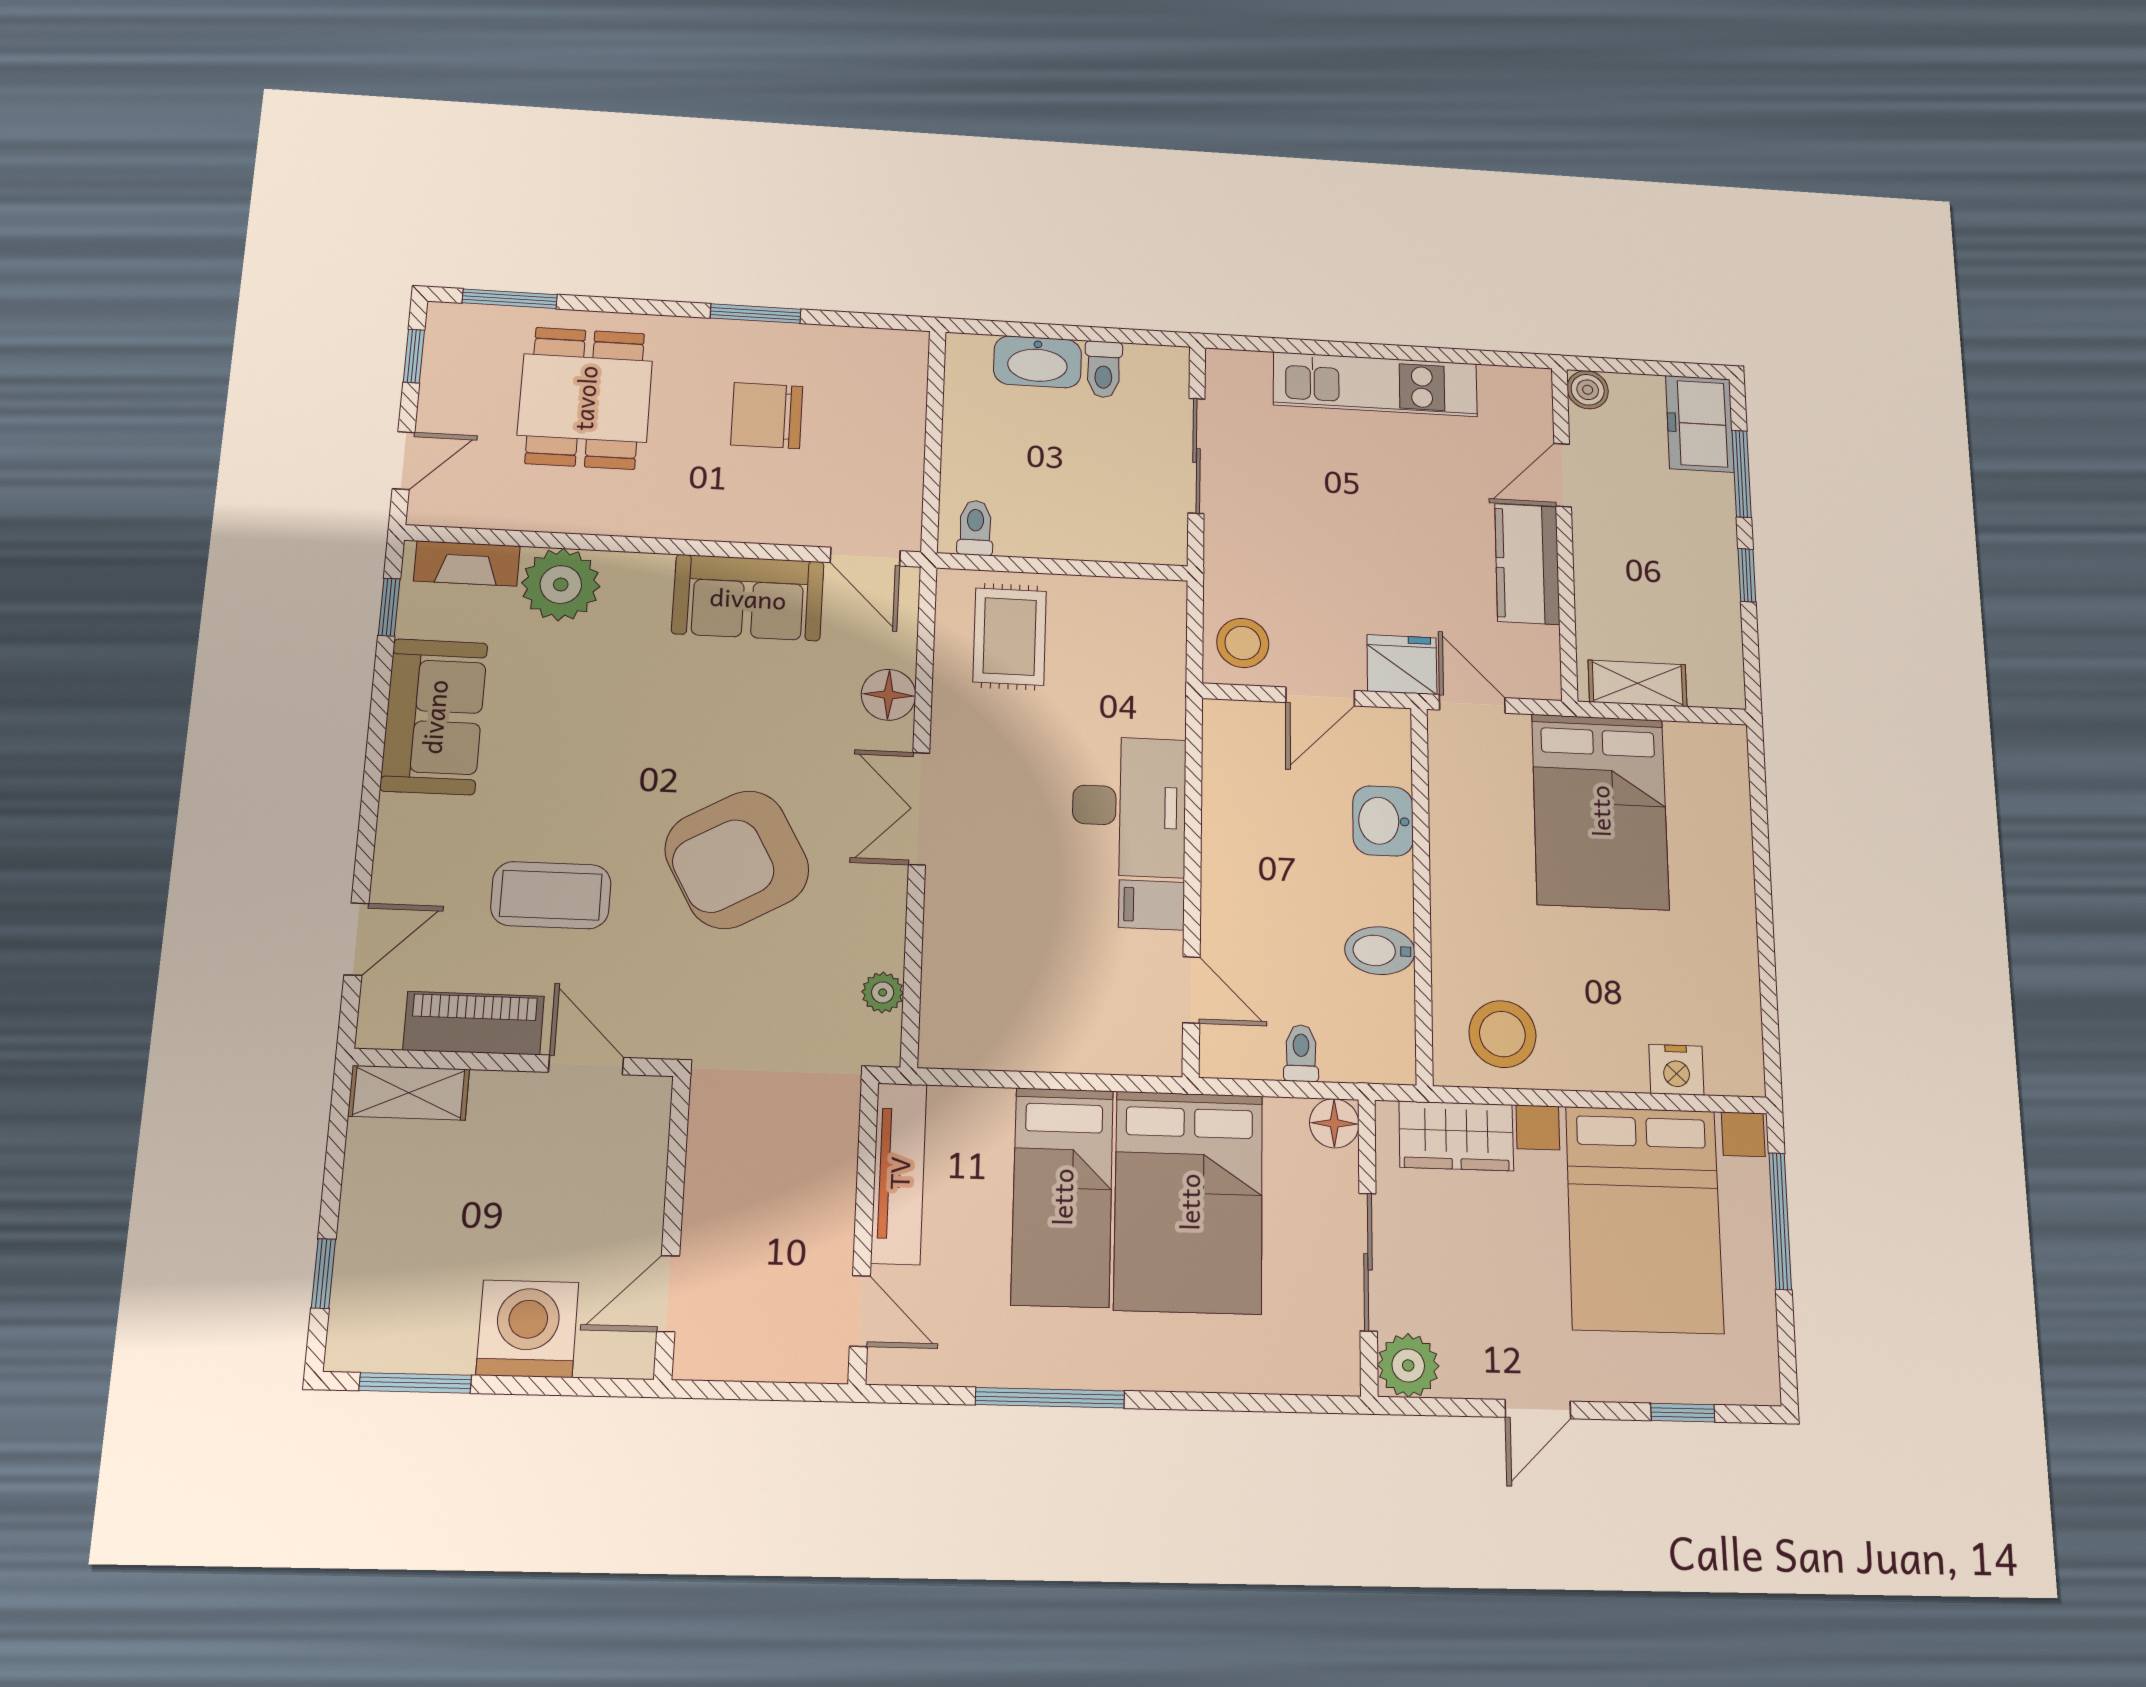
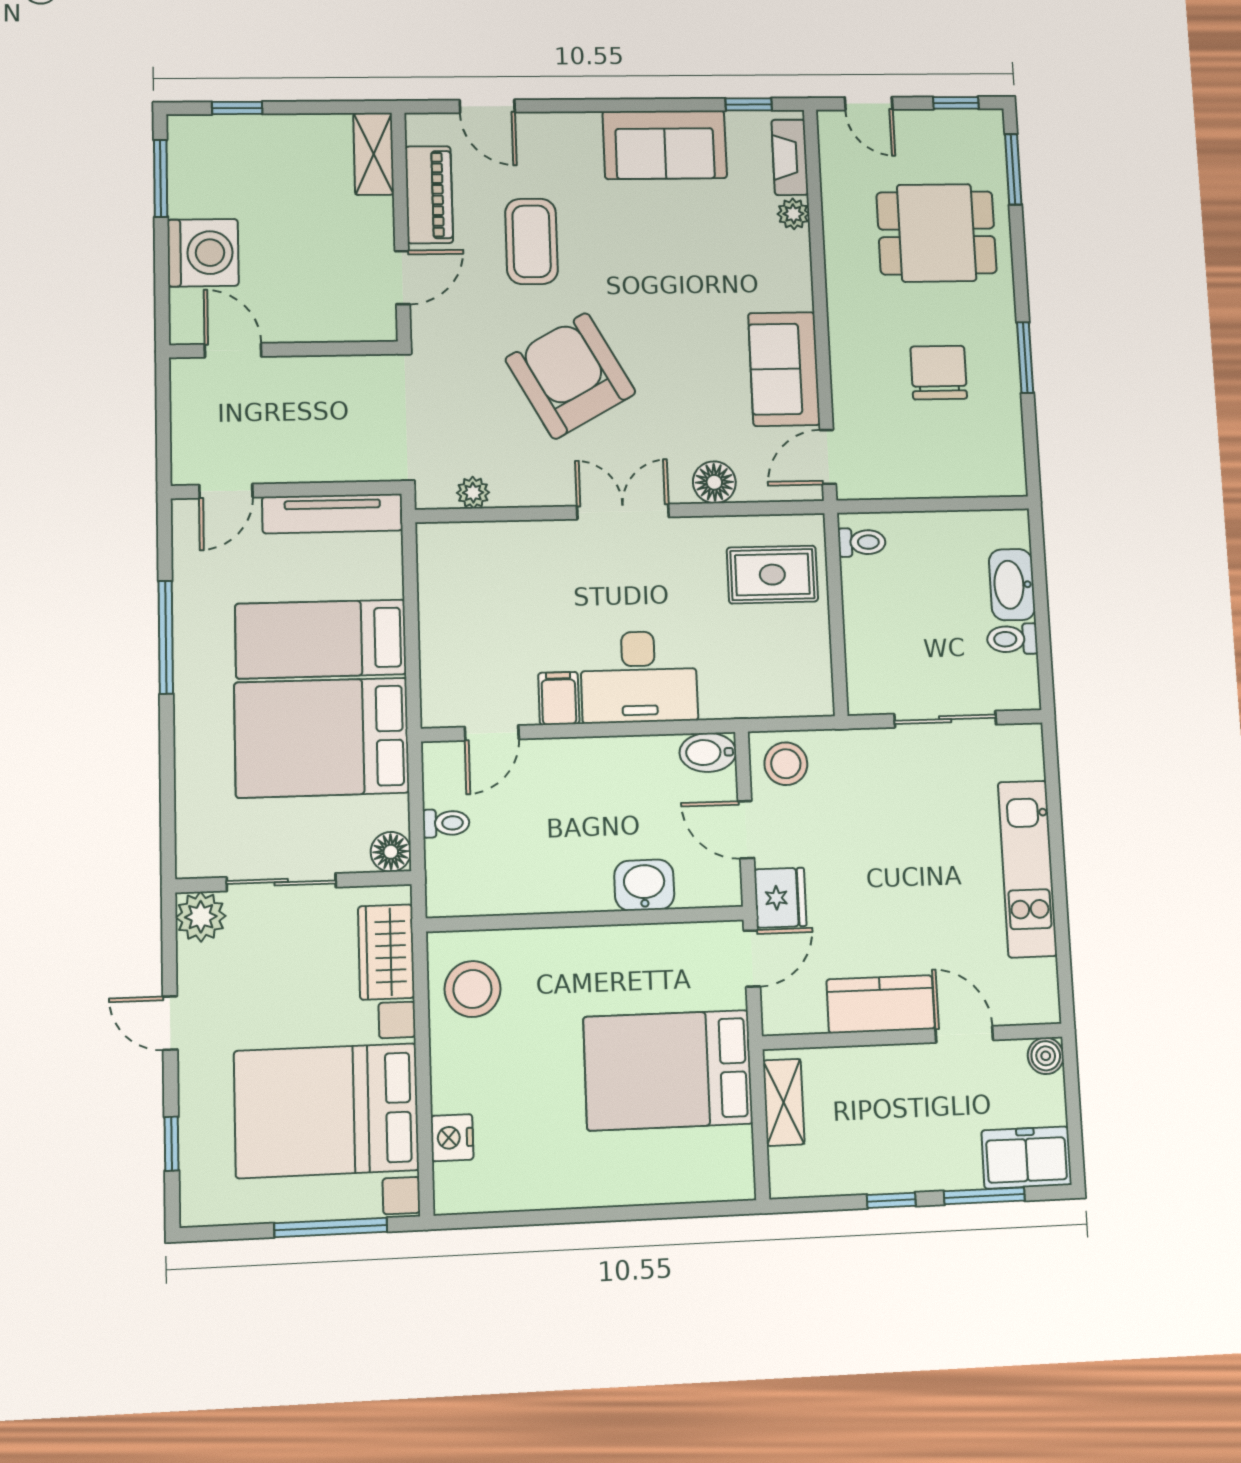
plant: (561, 585) -> (793, 214), width x0.53, depth x0.53
bidet: (1380, 951) -> (708, 752), moved, turned -90

